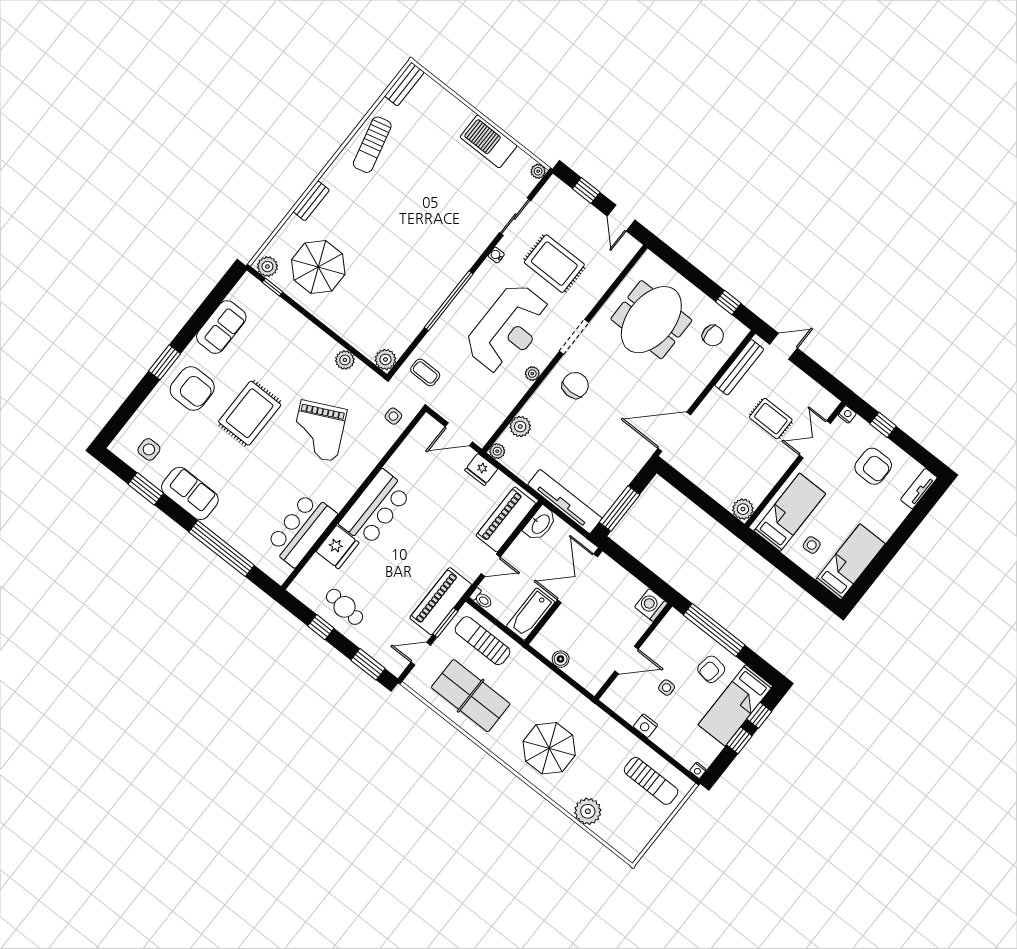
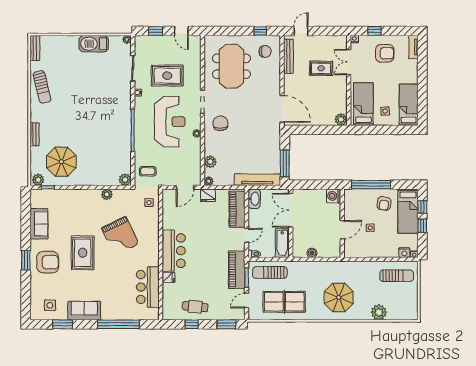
door: (674, 432) -> (282, 109), swing flipped
fridge: (338, 547) -> (168, 277), width x0.53, depth x0.75
nightstand: (645, 726) -> (404, 253), moved

